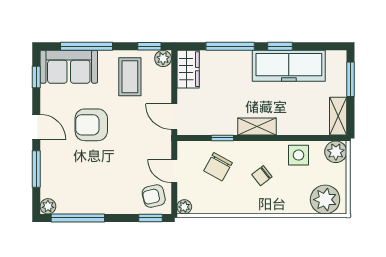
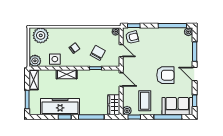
shelving: (257, 126) -> (67, 74), moved

